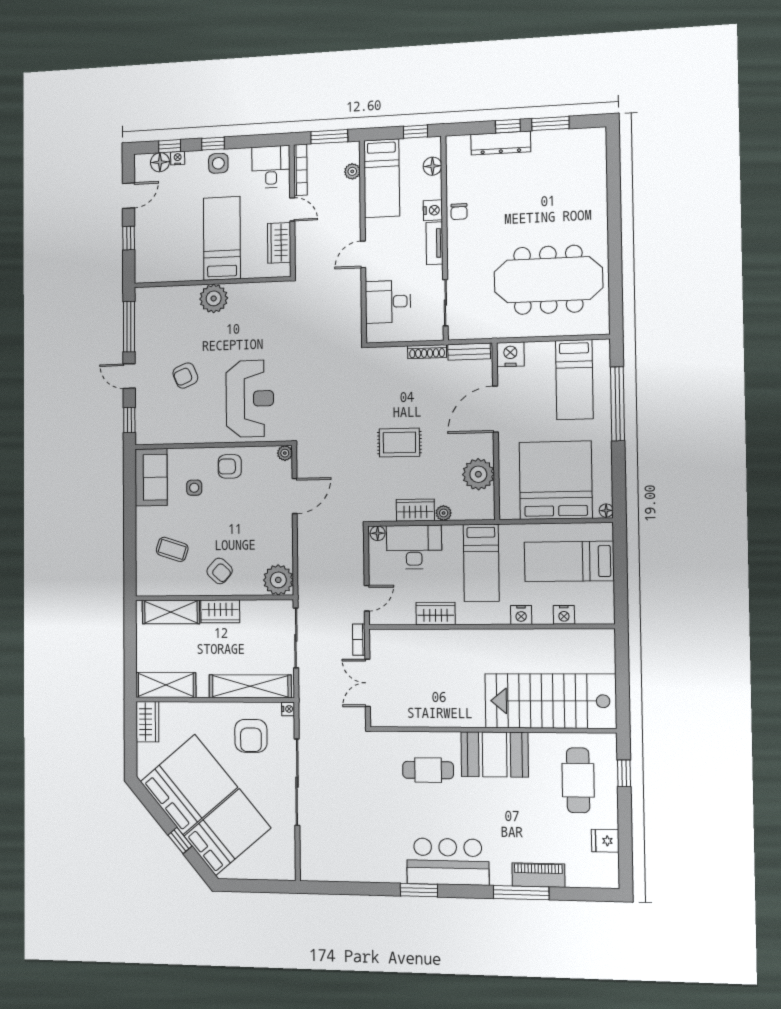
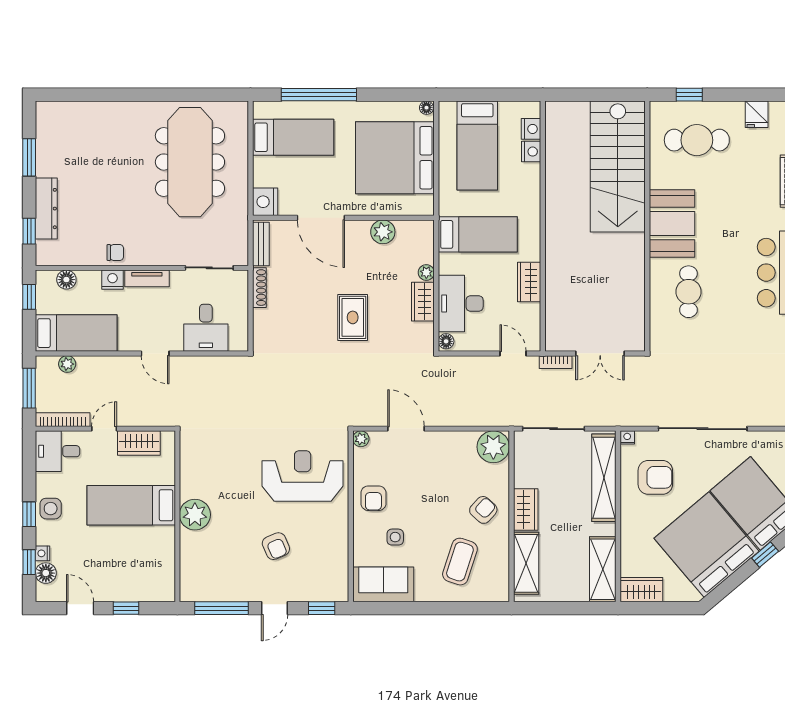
window: (508, 126) -> (29, 231), moved
plant: (478, 474) -> (383, 232), width x0.73, depth x0.73
coffee table: (172, 549) -> (460, 562), width x1.36, depth x1.30
nightstand: (521, 615) -> (531, 129), moved

